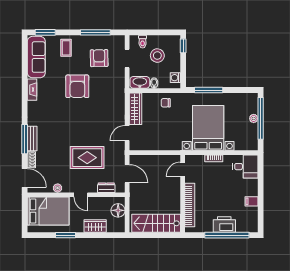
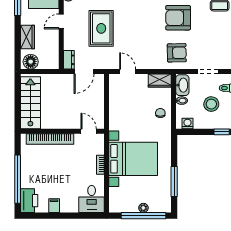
armchair: (99, 58) -> (177, 53), moved
window: (209, 90) -> (174, 181), moved
wardrobe: (136, 109) -> (160, 81), width x0.67
dresser: (106, 188) -> (69, 60), moved
floor lamp: (118, 210) -> (31, 62), moved
printer: (224, 224) -> (29, 201), moved

